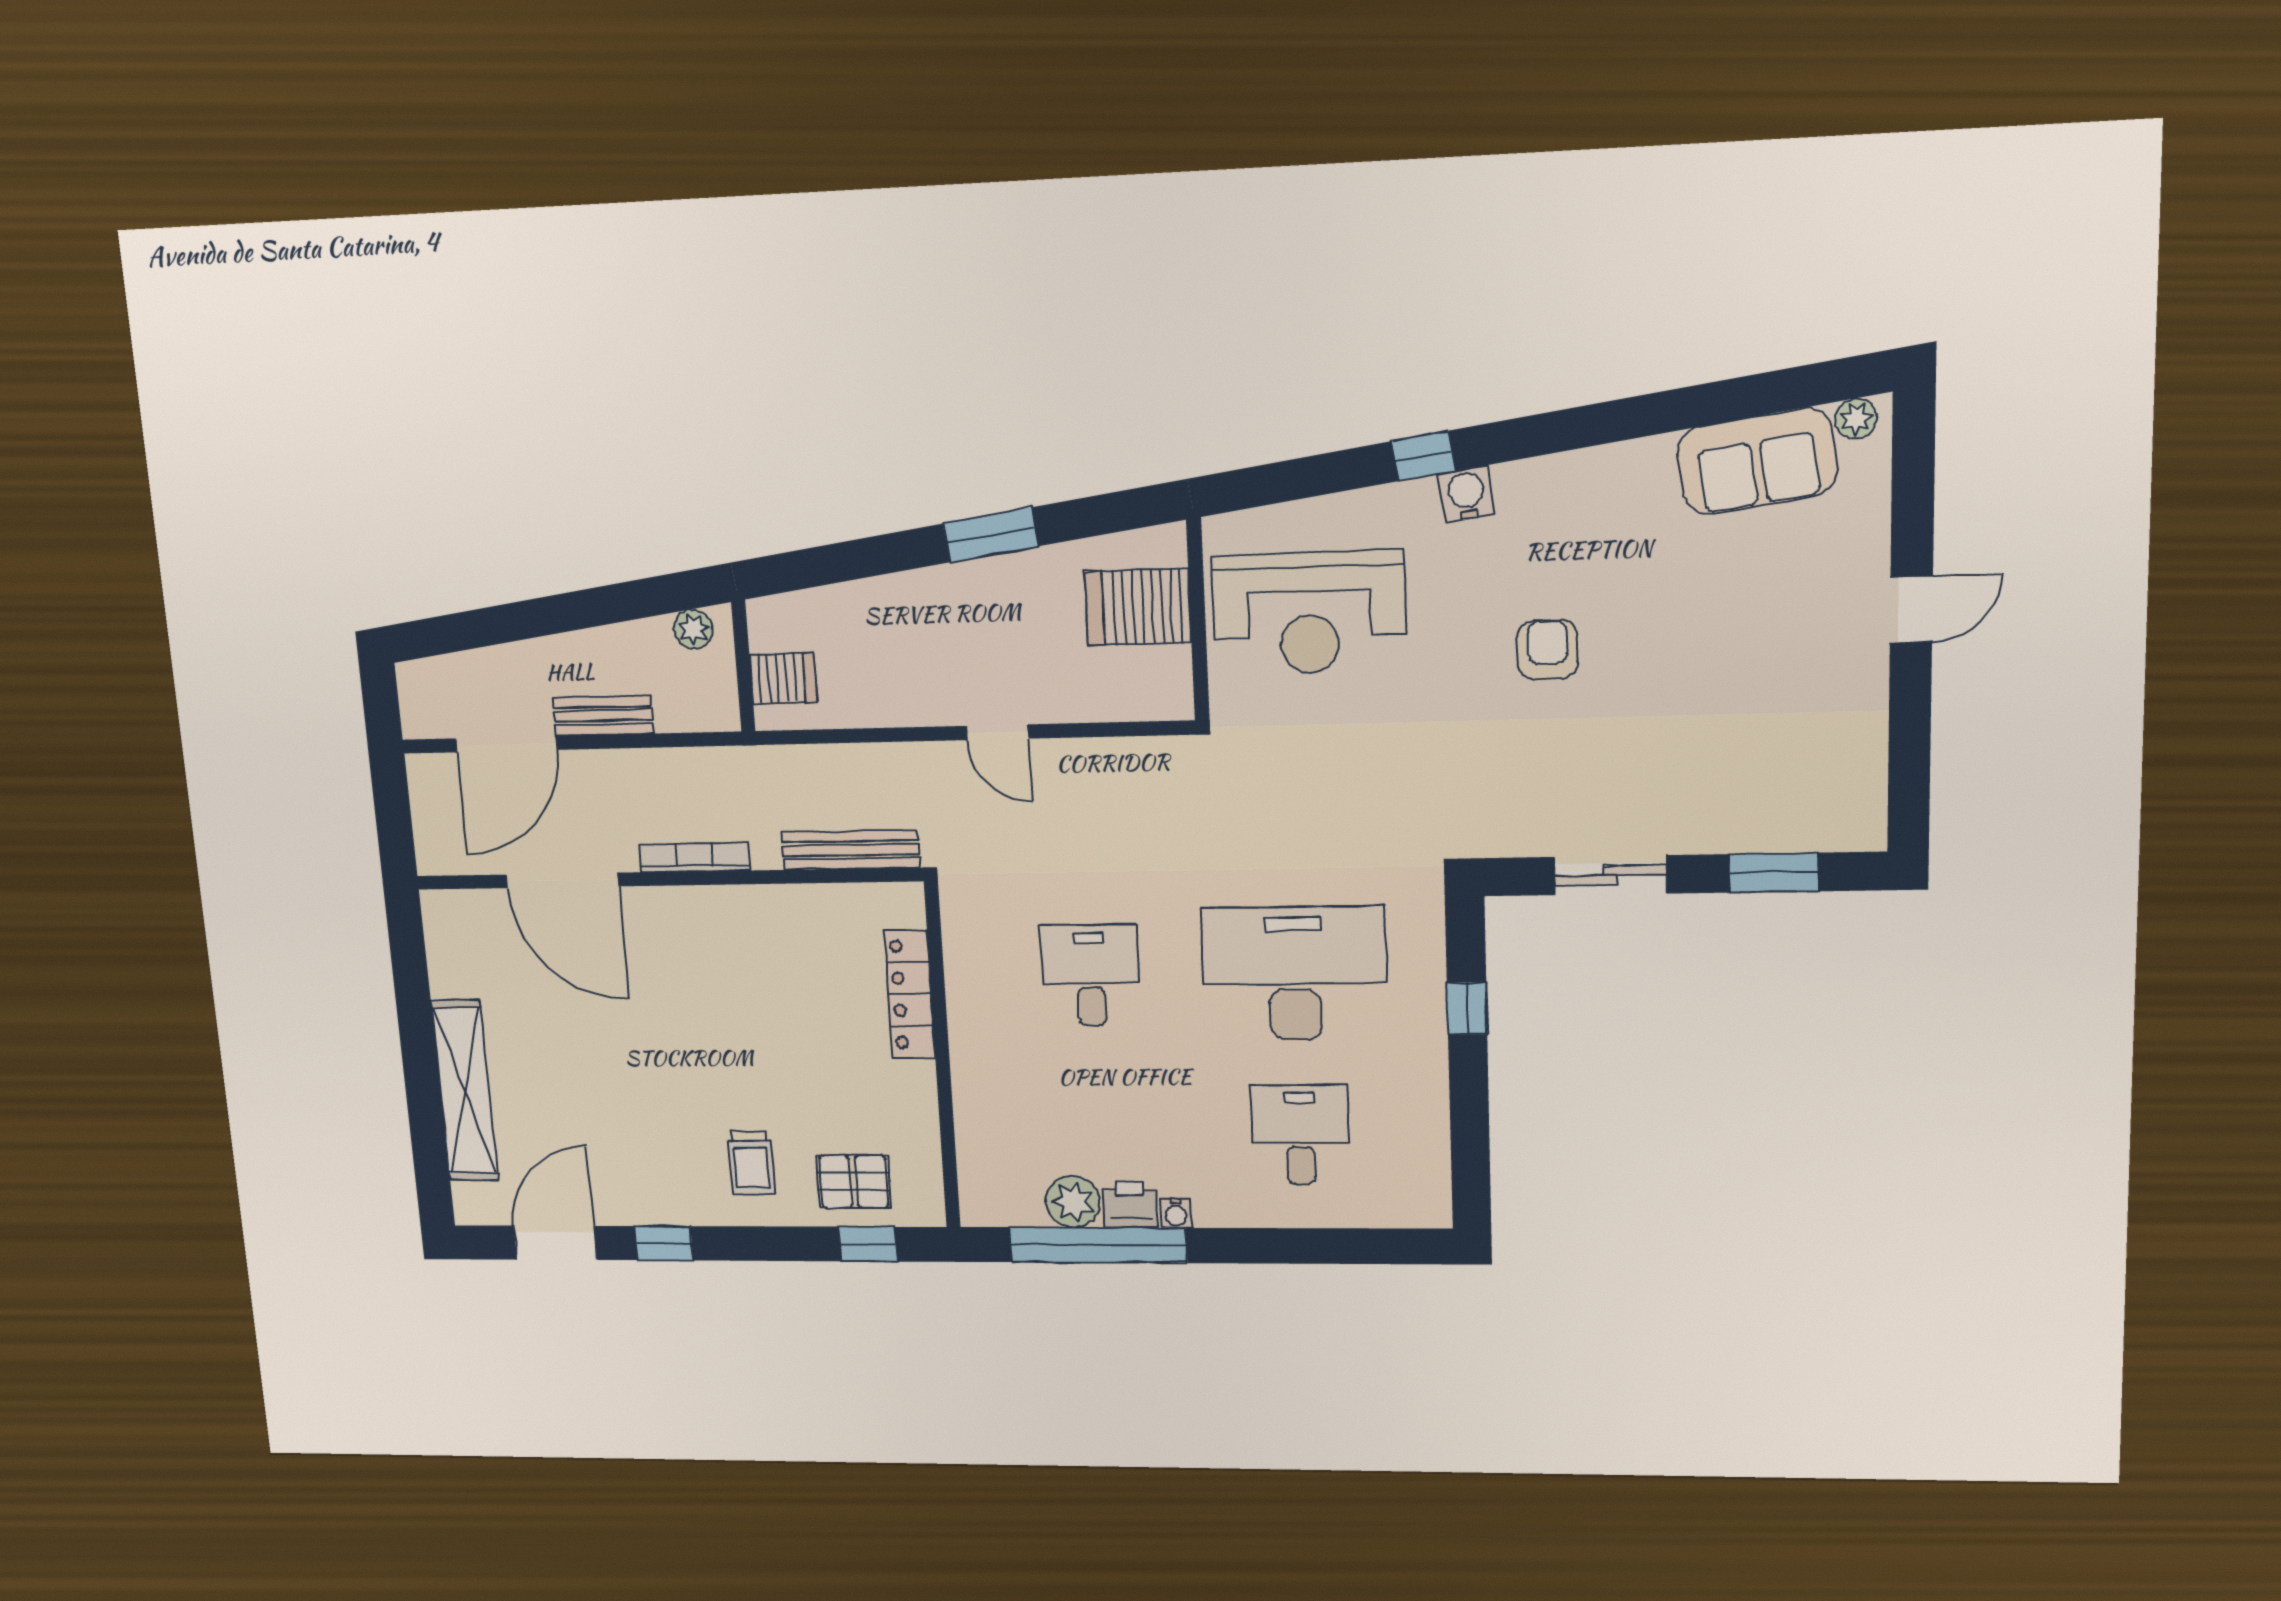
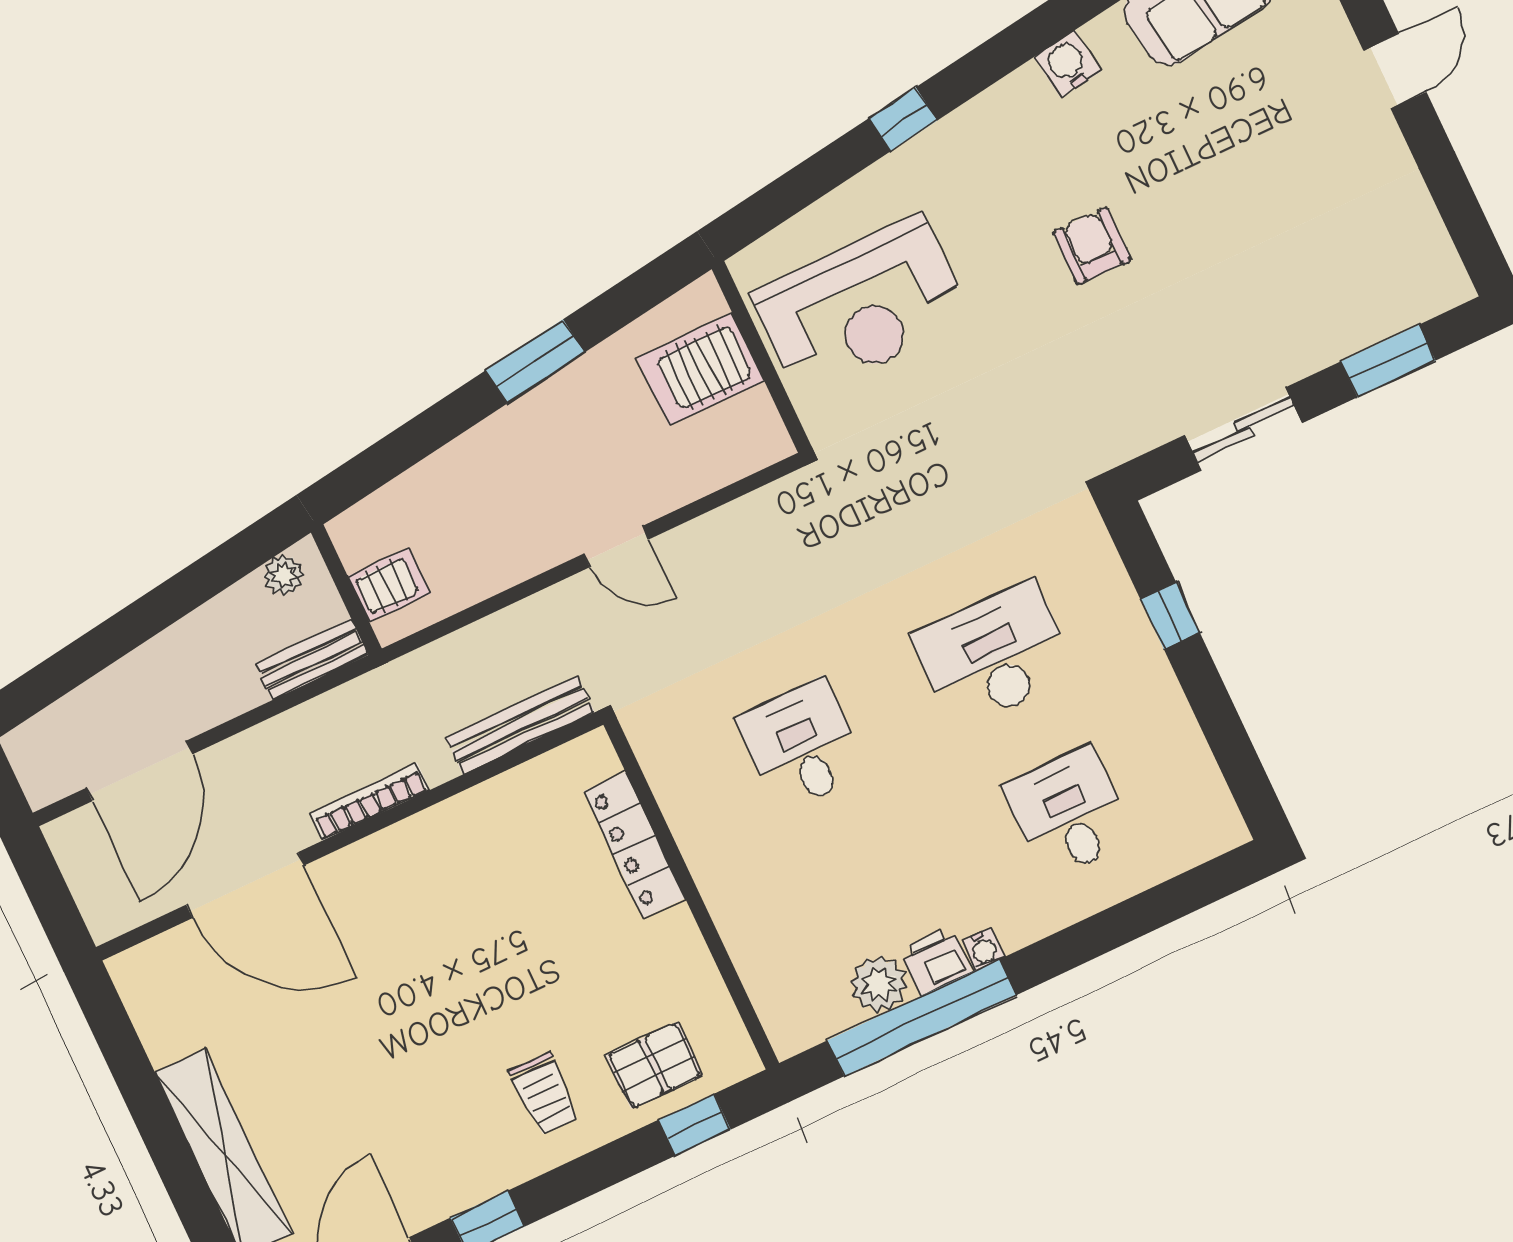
water cooler: (1466, 494) -> (1068, 64), moved
bench: (603, 716) -> (312, 659), moved
desk: (1294, 973) -> (994, 655), width x0.73, depth x0.77

